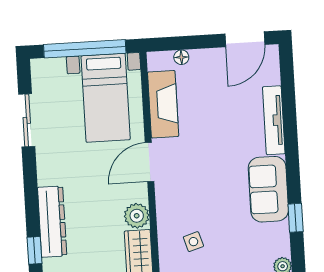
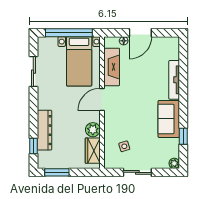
door: (245, 39) -> (140, 33), moved

